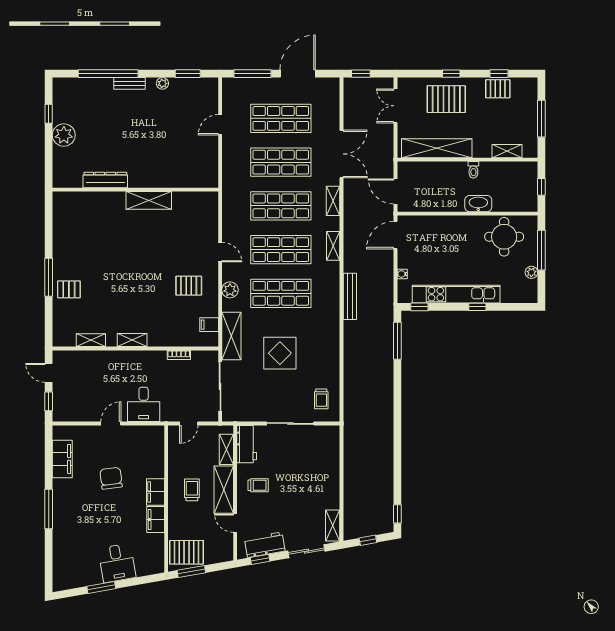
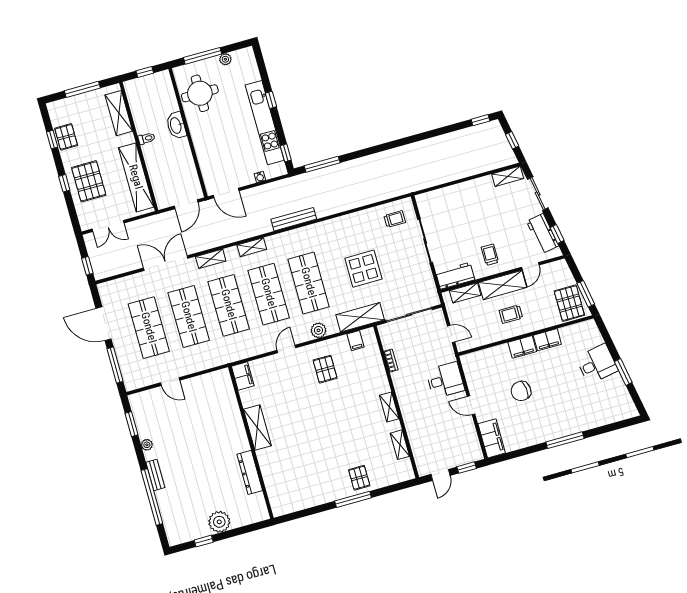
shelving: (507, 151) -> (119, 113), width x1.50, depth x1.33
filing cabinet: (205, 200) -> (243, 376), added
filing cabinet: (62, 459) -> (492, 438), moved, turned 90

